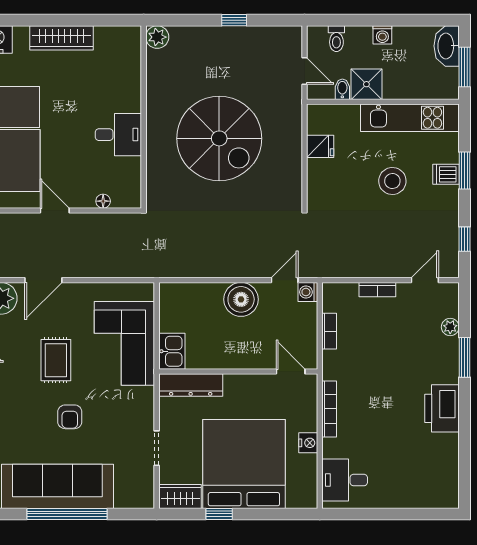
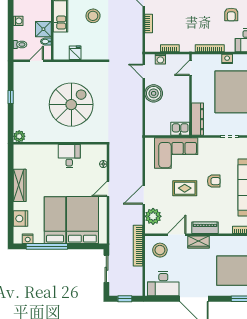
door: (43, 280) -> (144, 195), swing flipped
washing machine: (308, 292) -> (160, 59), moved
armchair: (395, 451) -> (231, 15), added

